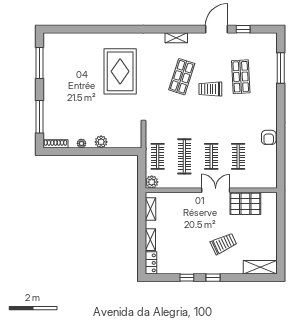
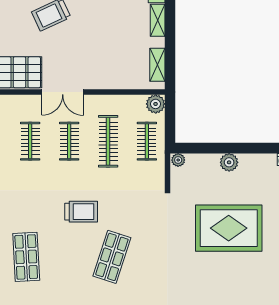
rug: (120, 71) -> (229, 228), moved, turned 90
trolley: (210, 89) -> (81, 212), moved
plant: (81, 143) -> (178, 160), moved

